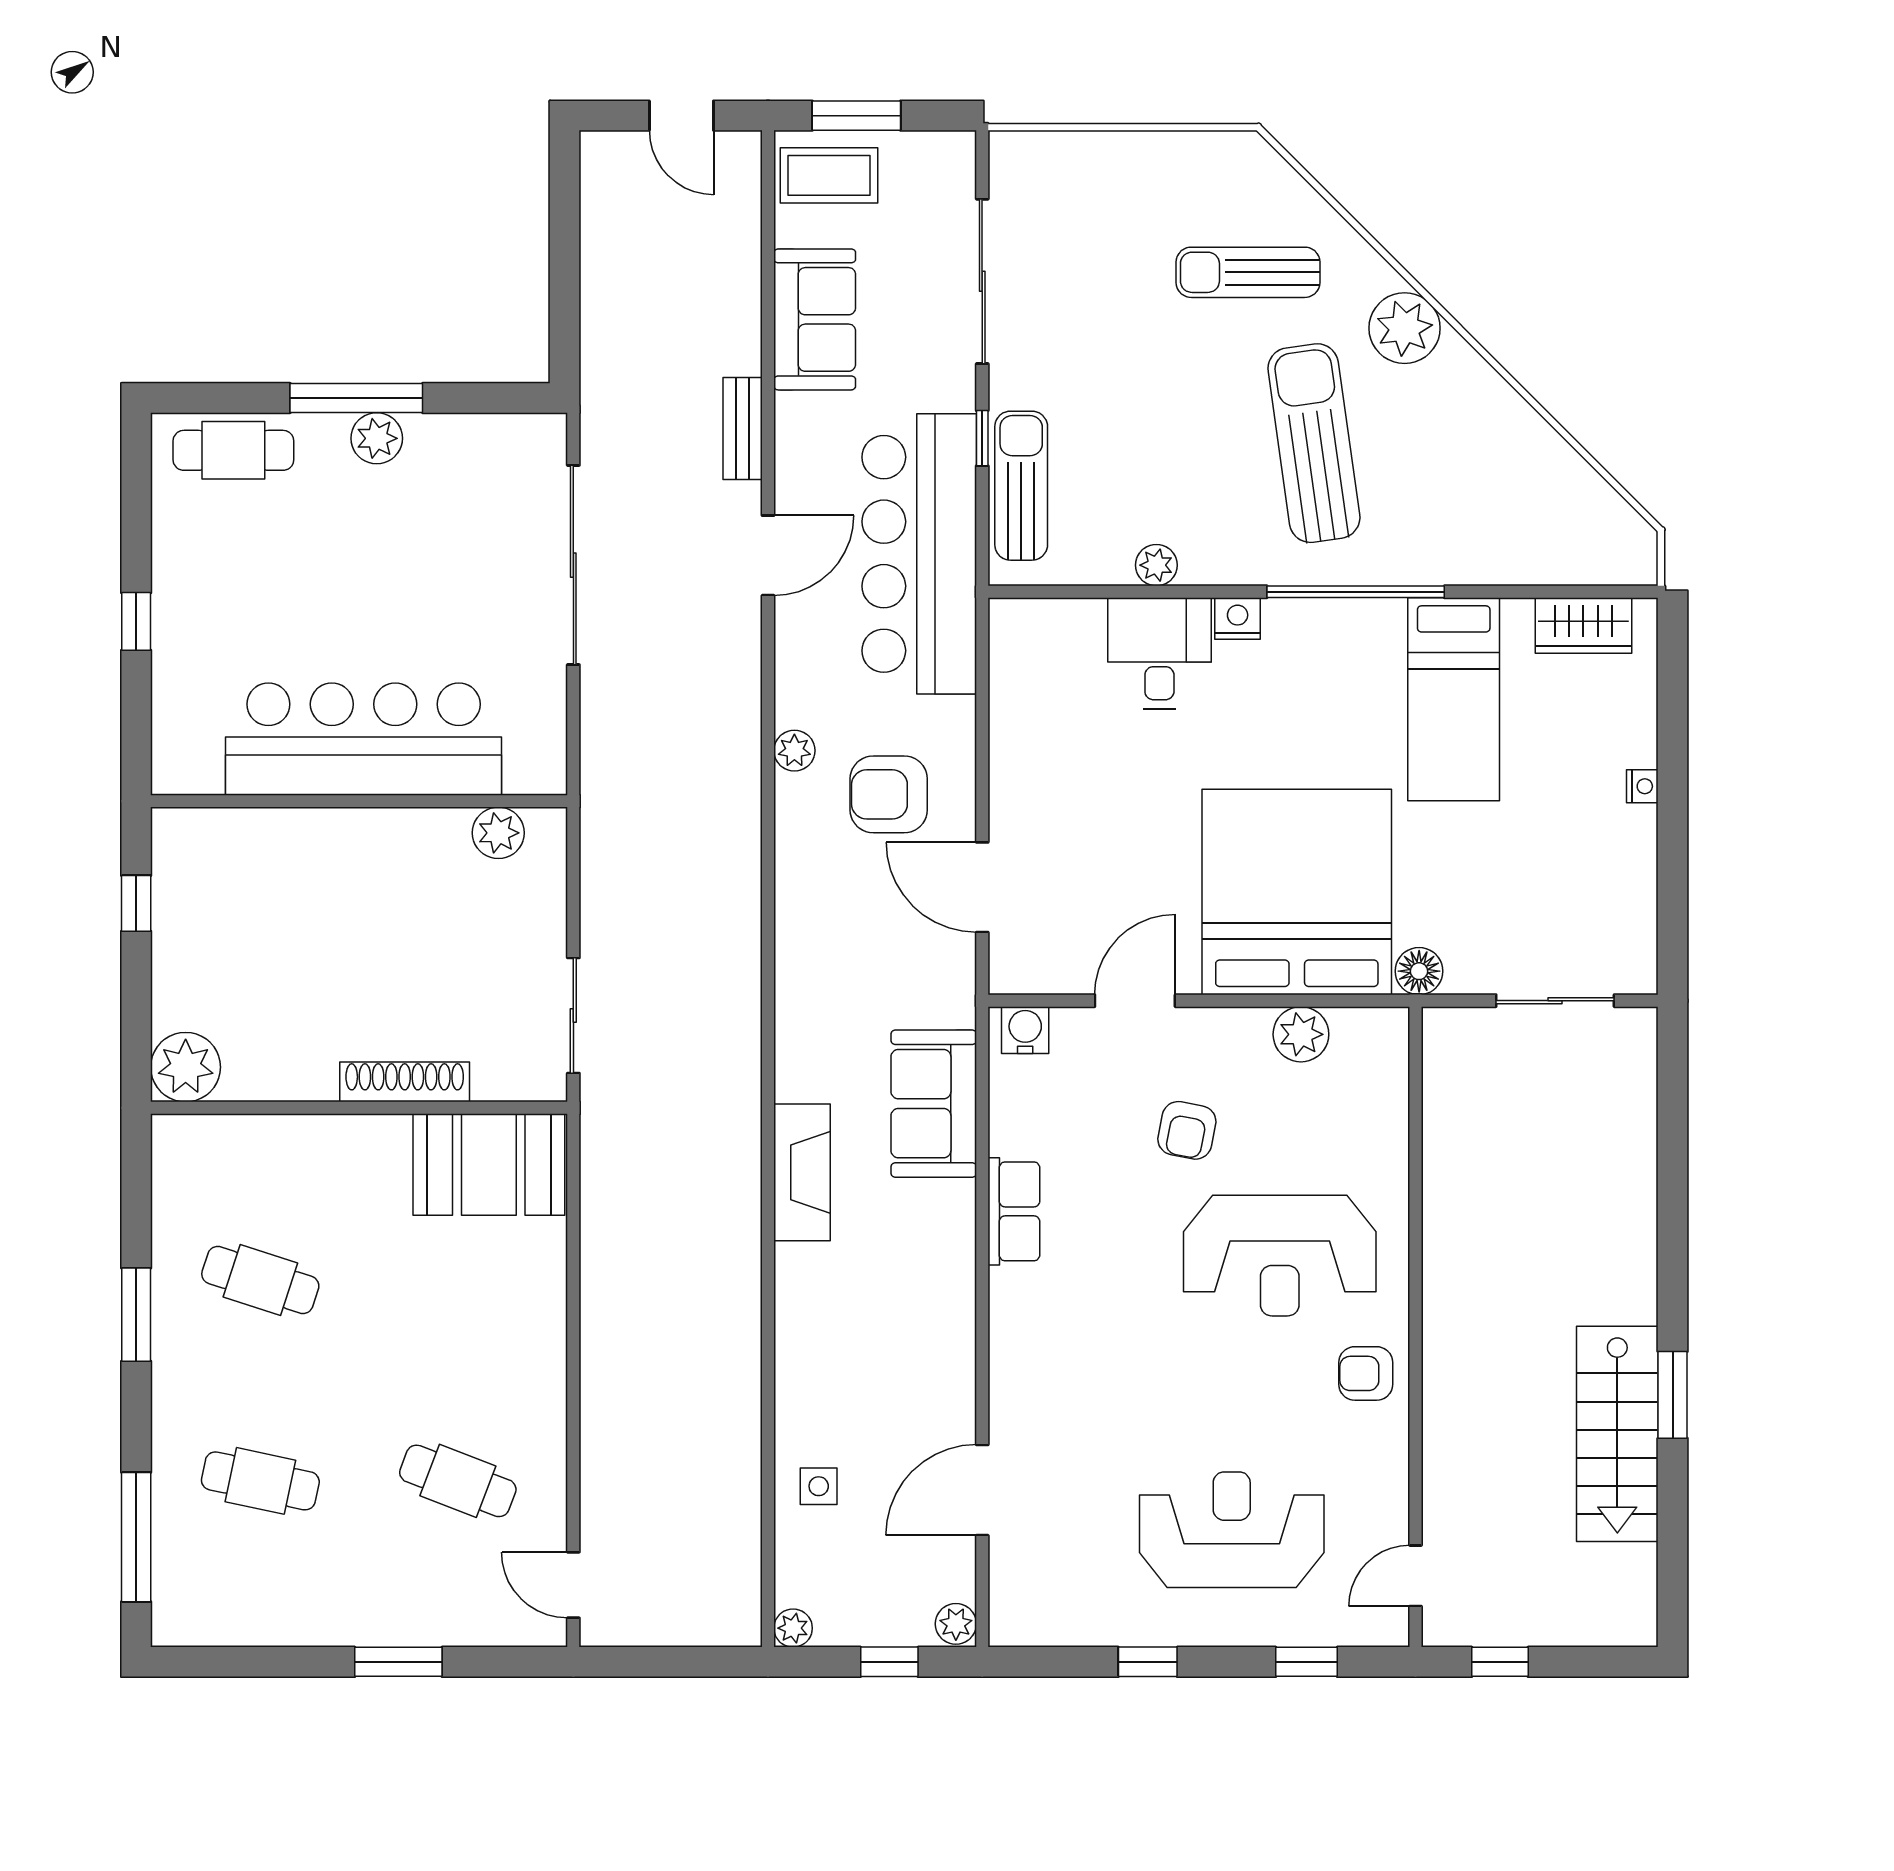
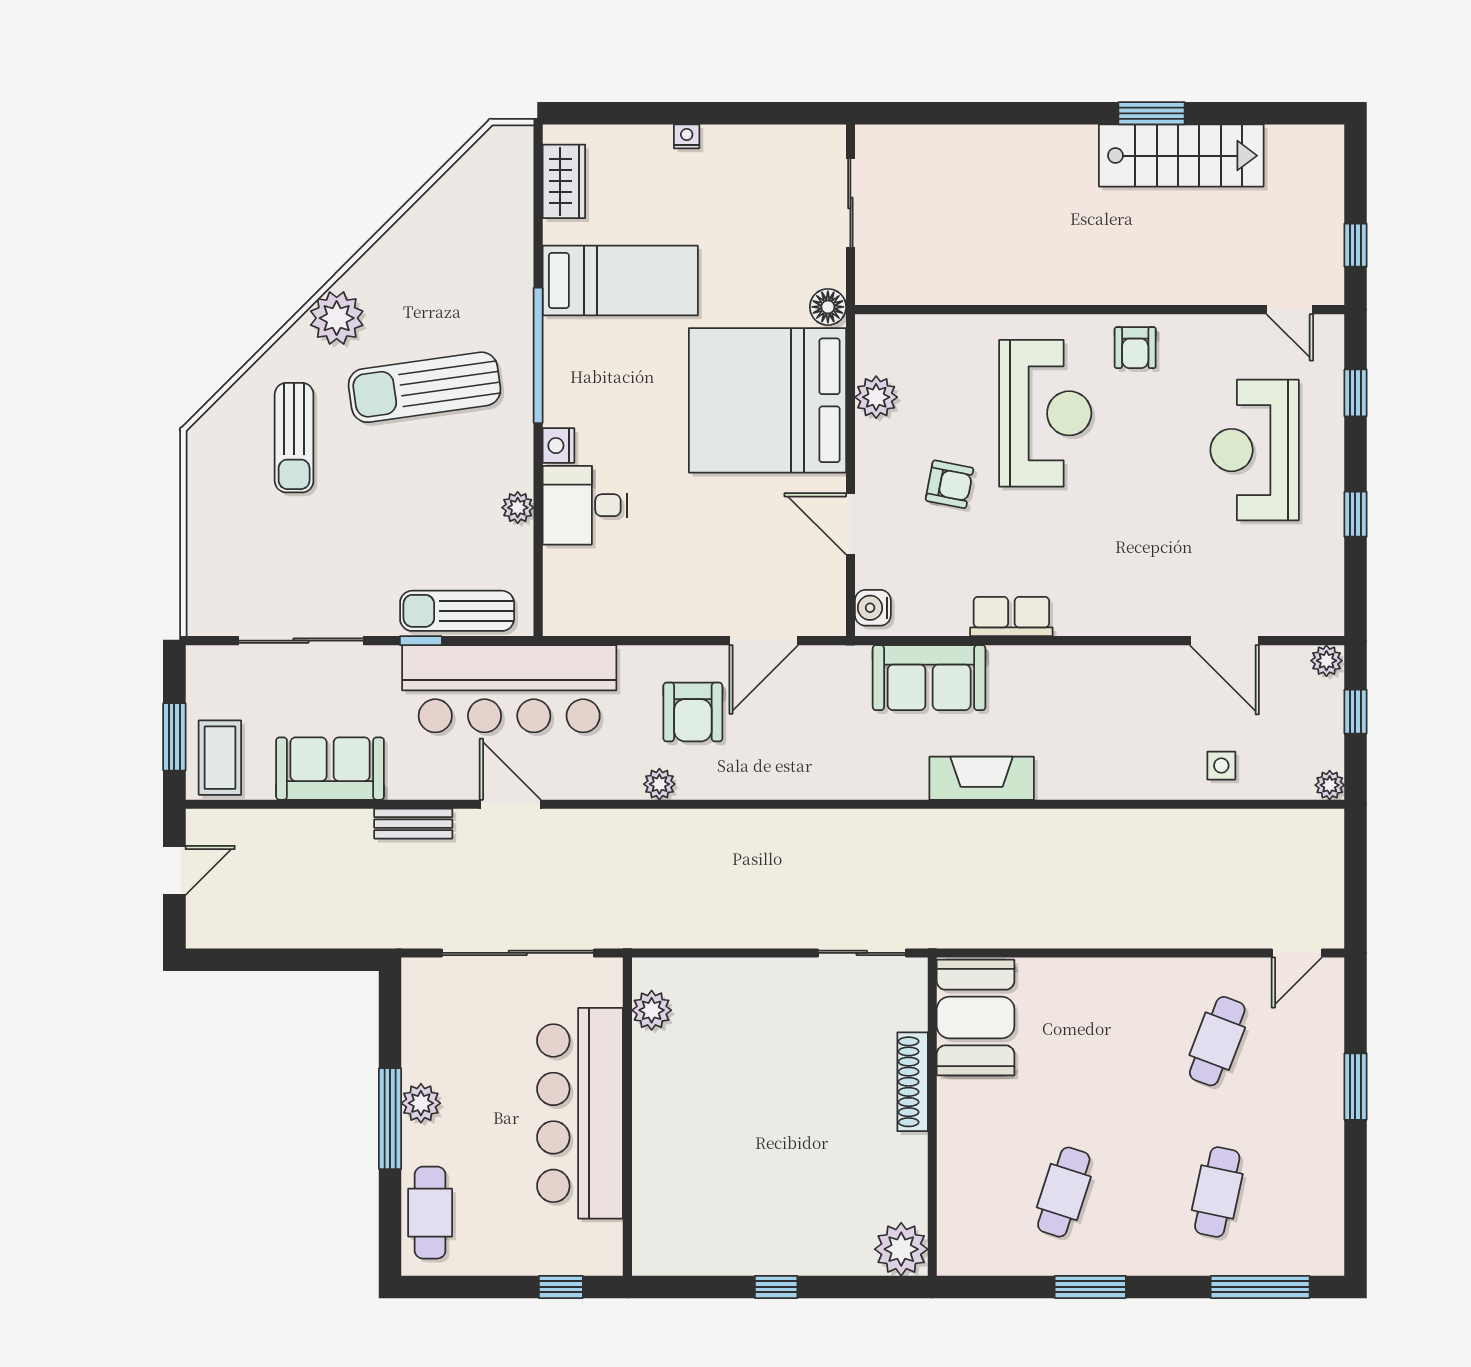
bar counter: (364, 739) -> (580, 1113), moved
wall: (359, 801) -> (627, 1117), moved
plant: (498, 833) -> (652, 1010), moved

